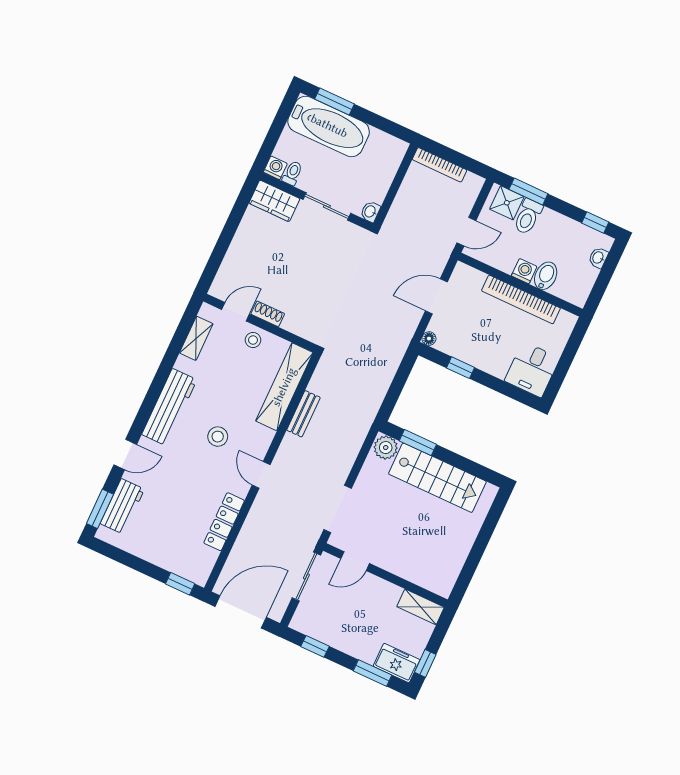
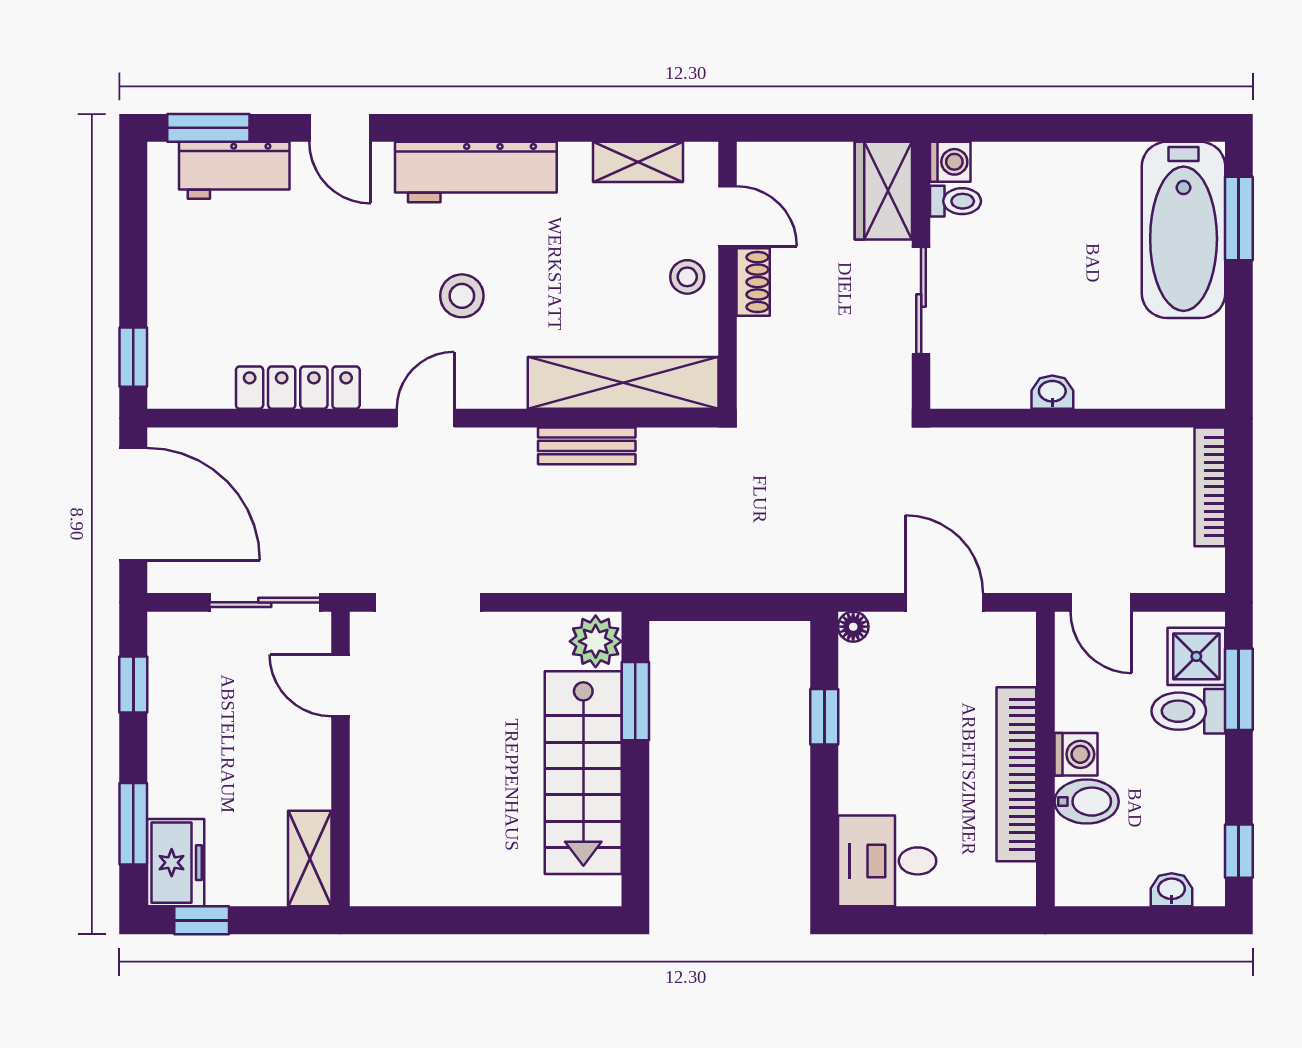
washing machine: (275, 168) -> (950, 162), moved
toilet: (293, 173) -> (956, 201), moved
wardrobe: (274, 201) -> (883, 191), moved
wall: (316, 202) -> (921, 275), moved
sliding door: (327, 206) -> (921, 301), moved

